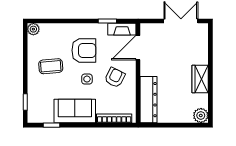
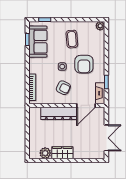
door: (138, 48) -> (86, 105), swing flipped
dresser: (149, 100) -> (59, 113), moved
sofa: (75, 111) -> (38, 42), moved
plant: (201, 115) -> (45, 153), moved

